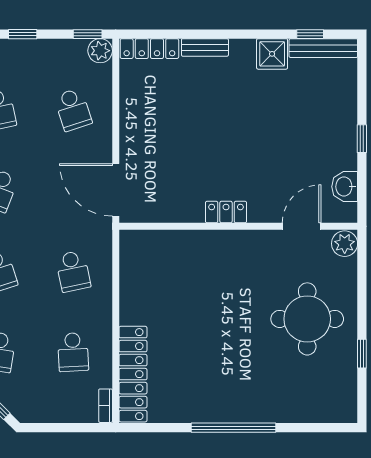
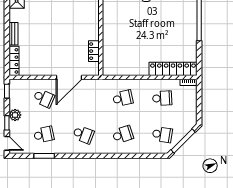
plant: (100, 51) -> (15, 115), moved
school desk: (73, 110) -> (44, 98), turned 42
door: (116, 190) -> (69, 77), moved
locker: (226, 212) -> (94, 51), moved

